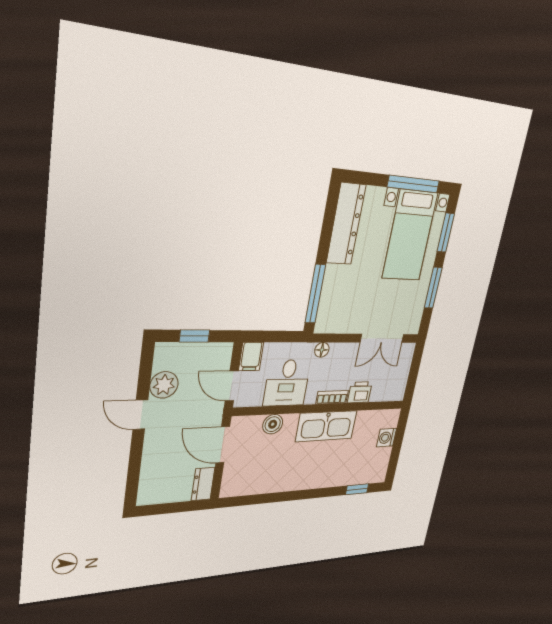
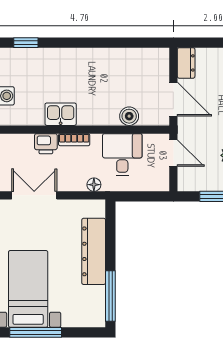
dresser: (346, 224) -> (94, 251), moved
window: (315, 294) -> (110, 296), moved
filing cabinet: (251, 356) -> (160, 179), removed
kitchen sink: (326, 426) -> (61, 114), width x0.53, depth x0.81

